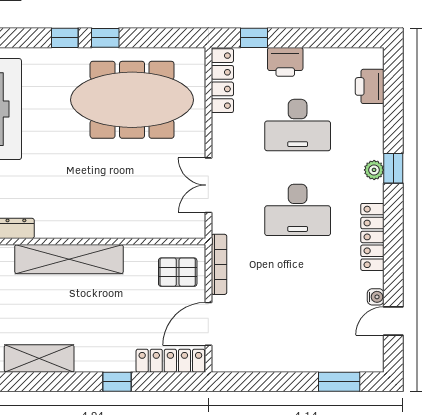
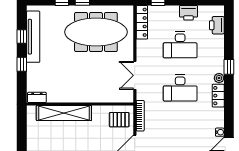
printer: (285, 62) -> (189, 13), moved
plant: (374, 170) -> (219, 78), moved
locker: (372, 237) -> (218, 96), width x0.66

